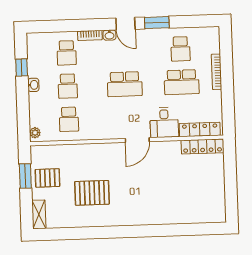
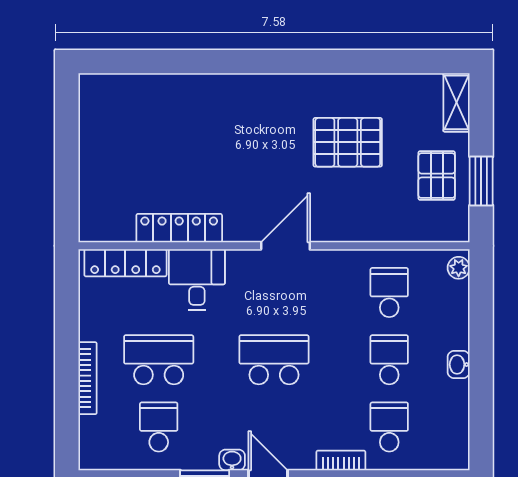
washbasin: (109, 35) -> (232, 460), moved
window: (22, 67) -> (481, 401), removed
door: (137, 140) -> (285, 246), moved
locker: (202, 146) -> (179, 228), moved
pallet: (47, 178) -> (437, 176), turned 90

